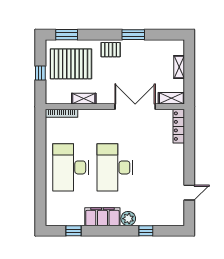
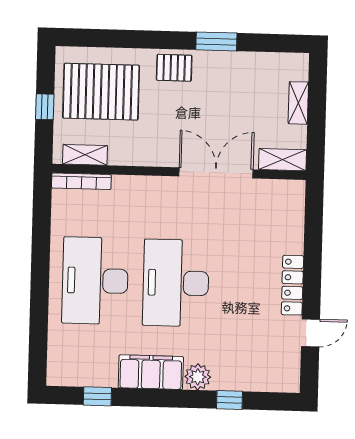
window: (67, 35) -> (95, 38), removed
shelving: (84, 99) -> (85, 155), moved
locker: (179, 126) -> (292, 285), moved

